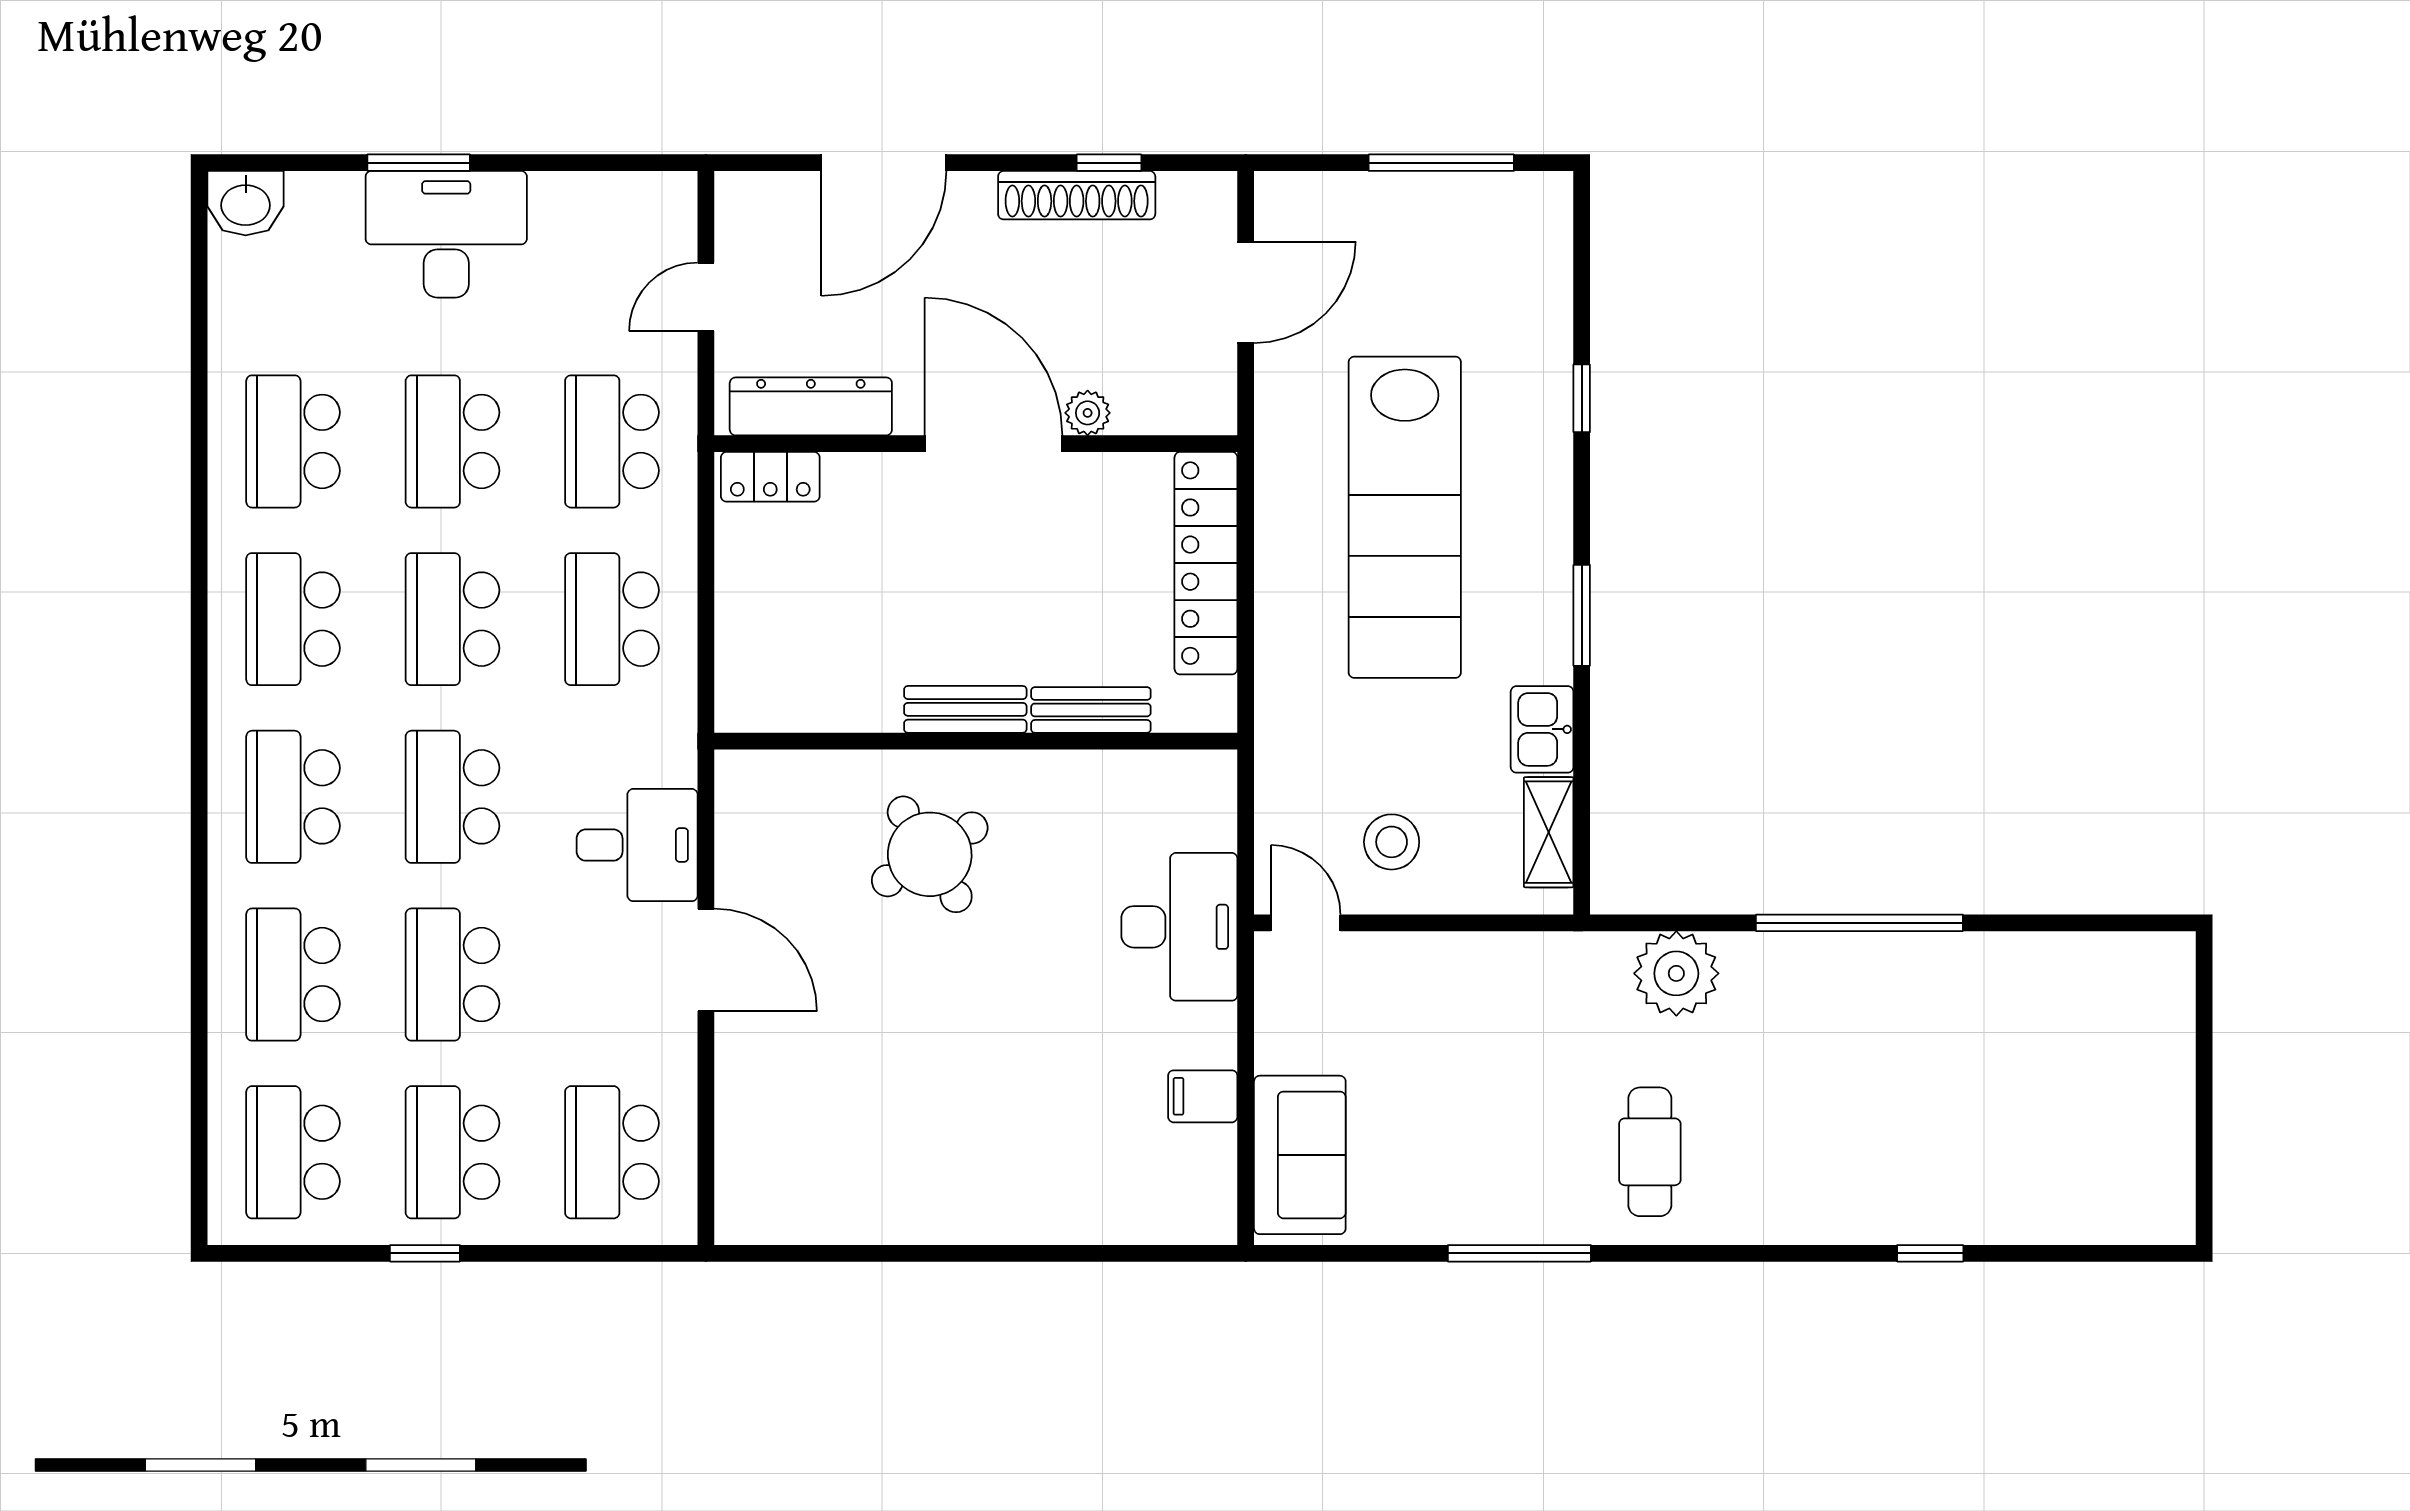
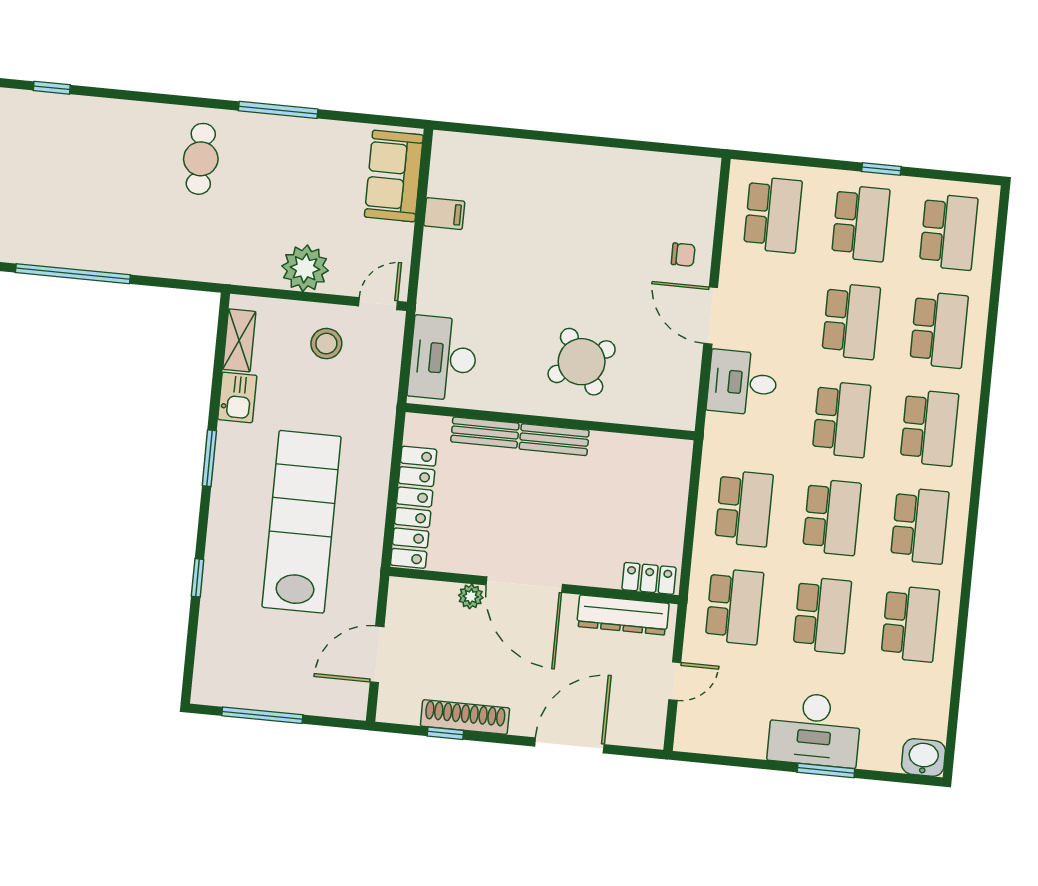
door: (1306, 923) -> (378, 304), swing flipped
desk: (1179, 927) -> (443, 358), moved
plant: (1676, 973) -> (305, 268), moved
chair: (766, 1065) -> (683, 255), added

